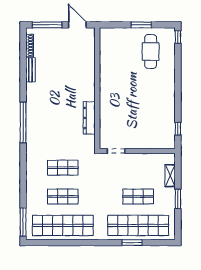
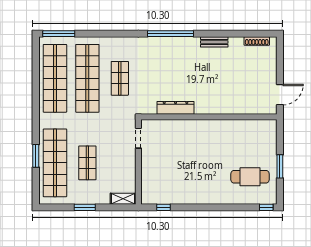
window: (47, 25) -> (280, 61), removed
bench: (30, 70) -> (214, 42), moved
shelving: (170, 176) -> (123, 199), moved
shop shelf: (63, 197) -> (87, 78), width x2.00, depth x1.36

